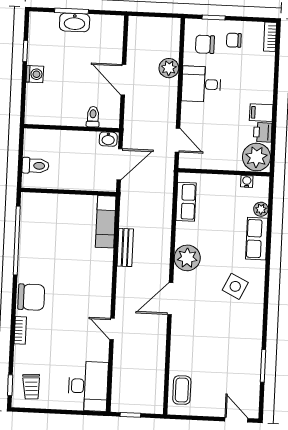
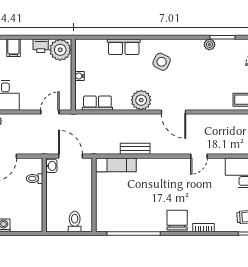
filing cabinet: (261, 113) -> (13, 48), moved
water cooler: (247, 181) -> (79, 76), moved
plant: (261, 209) -> (209, 45), moved

